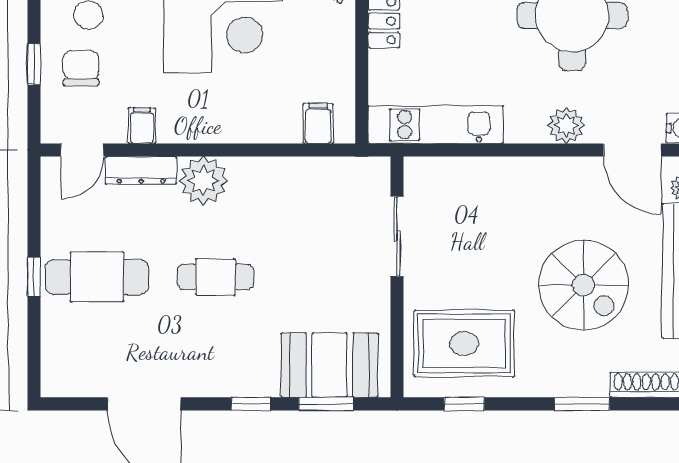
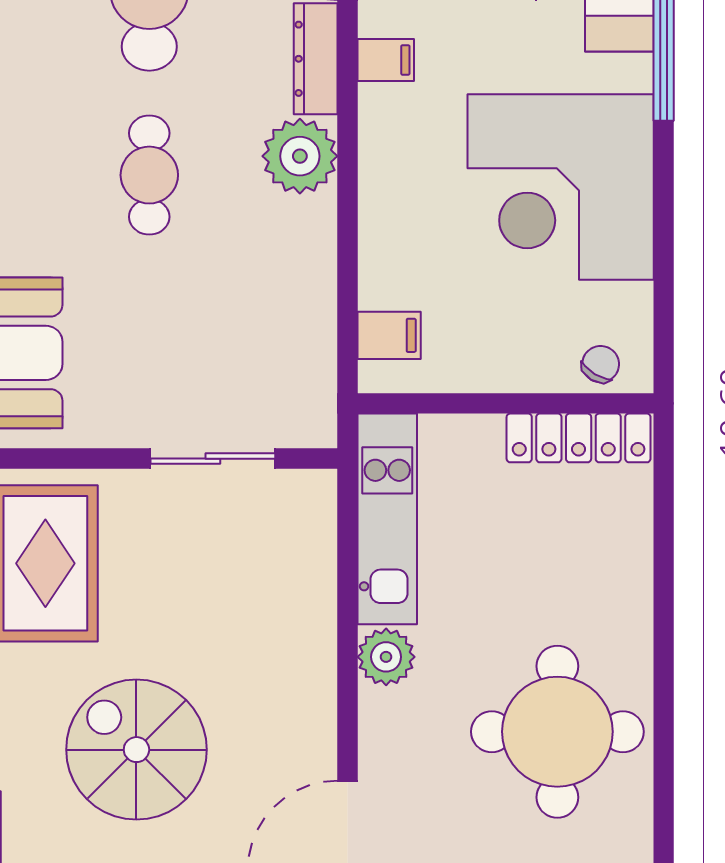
plant: (566, 125) -> (386, 657), moved
spiral stairs: (583, 285) -> (136, 750), turned 90

